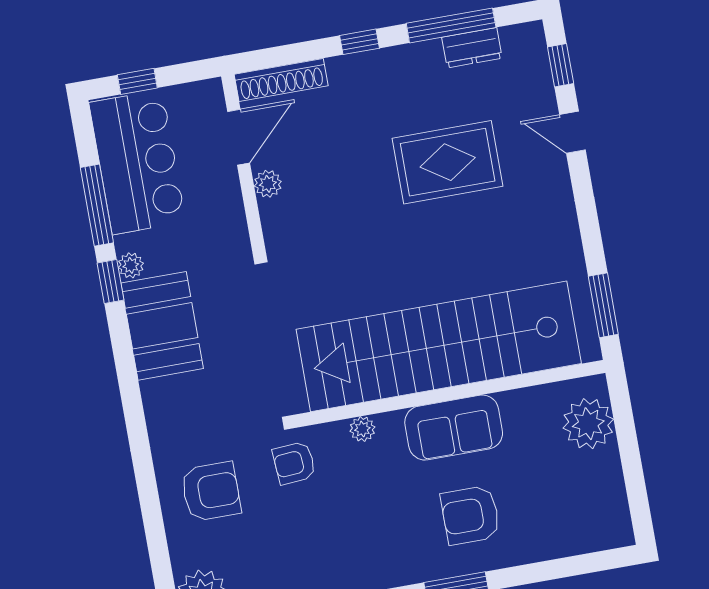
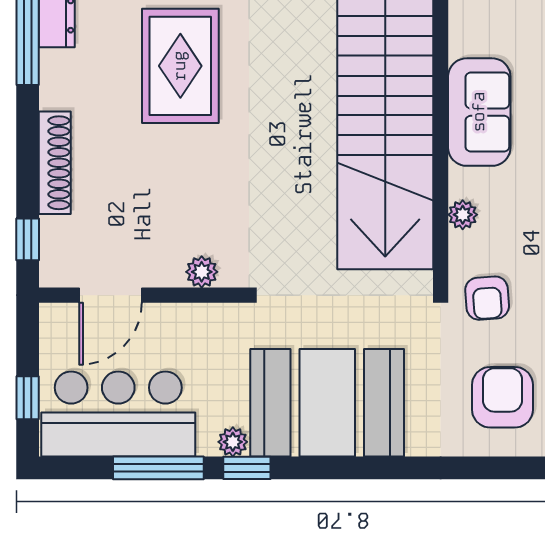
window: (360, 42) -> (28, 239), moved
shoe rack: (281, 80) -> (55, 163), moved
door: (239, 137) -> (110, 295), swing flipped
plant: (268, 184) -> (202, 272), moved
booth: (162, 326) -> (327, 403), width x1.36, depth x1.42

